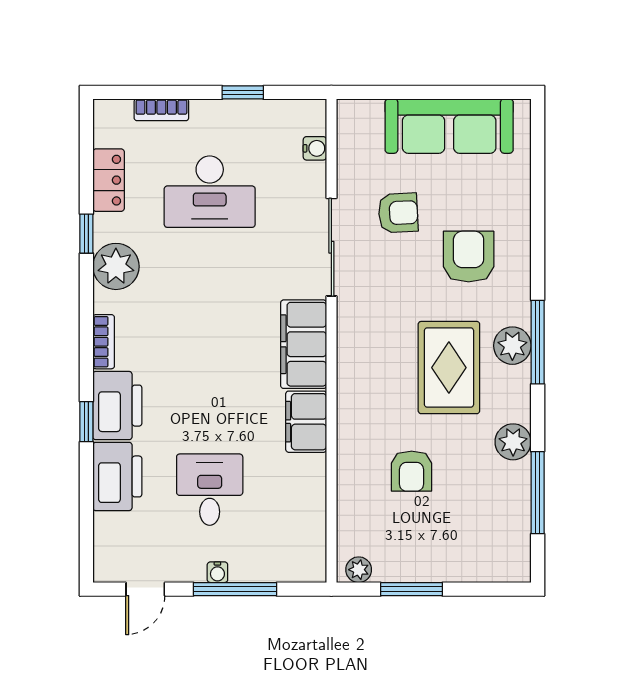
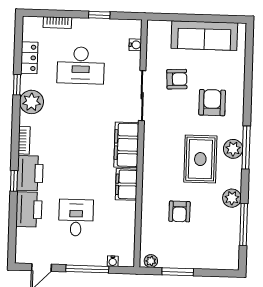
water cooler: (217, 572) -> (113, 261), moved

